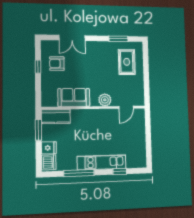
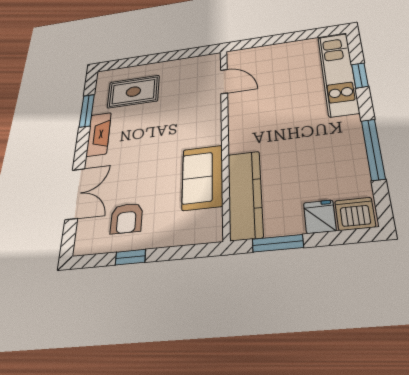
fireplace: (104, 46) -> (99, 134), added
plant: (105, 100) -> (208, 119), removed
kitchen counter: (56, 117) -> (245, 195), width x1.50
kitchen unit: (102, 162) -> (338, 74), moved

